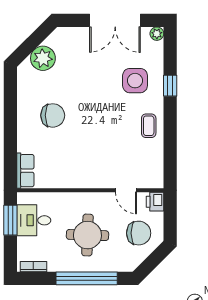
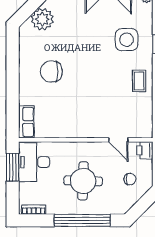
chair: (53, 115) -> (51, 71), turned 180
desk: (34, 220) -> (34, 162), width x1.37
chair: (139, 233) -> (130, 179), width x0.54, depth x0.54

